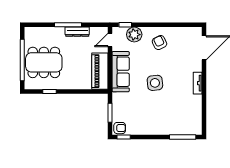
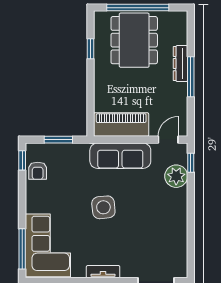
dresser: (77, 32) -> (180, 64), moved
door: (110, 40) -> (168, 140), hinge flipped
armchair: (159, 43) -> (164, 214), removed
corner sofa: (180, 120) -> (48, 245), added
armchair: (120, 128) -> (38, 171), moved

